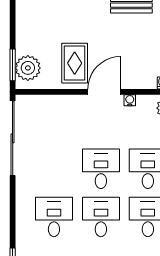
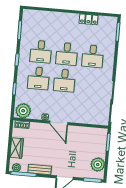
rug: (75, 63) -> (74, 140), removed
plant: (28, 68) -> (98, 165), moved
door: (104, 92) -> (59, 123), hinge flipped

